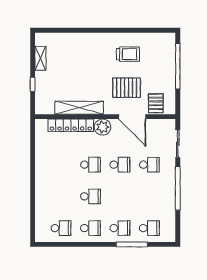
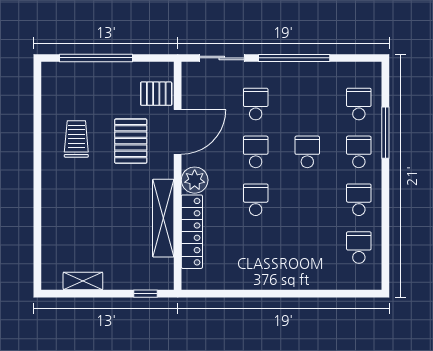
window: (33, 84) -> (145, 294), moved
school desk: (90, 196) -> (307, 152), moved

